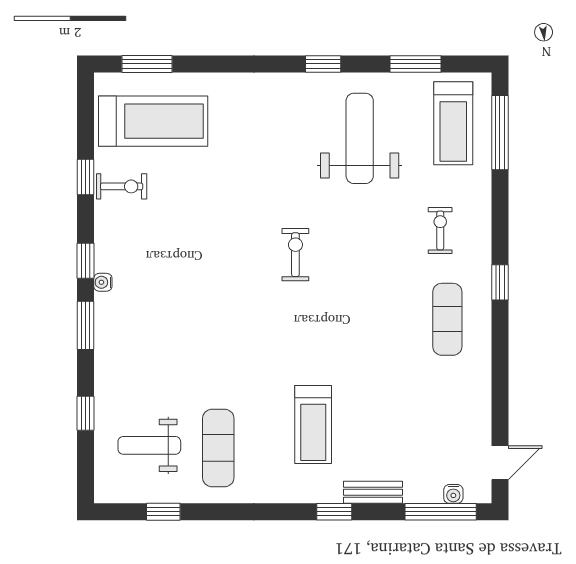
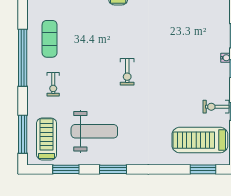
window: (323, 64) -> (113, 169), width x1.50
weight bench: (360, 138) -> (94, 131), turned -90
window: (500, 282) -> (23, 58), width x3.17

